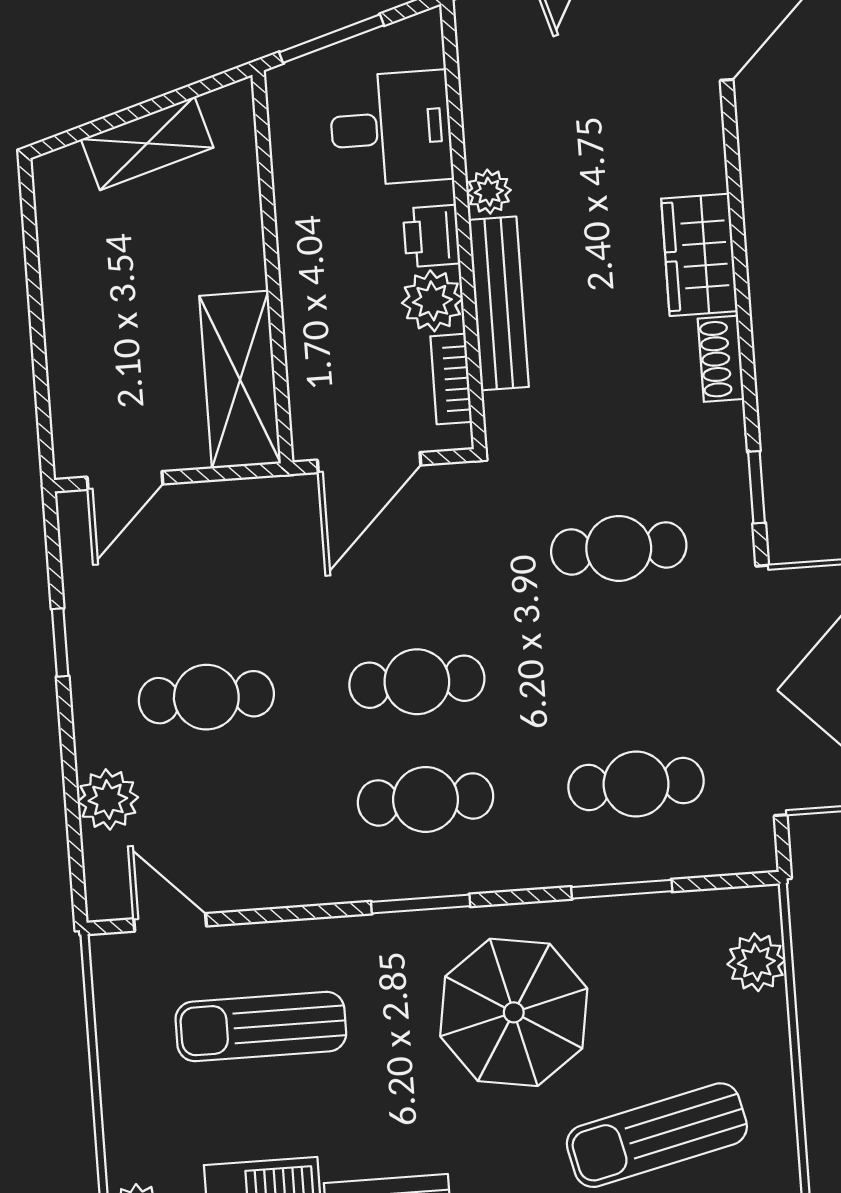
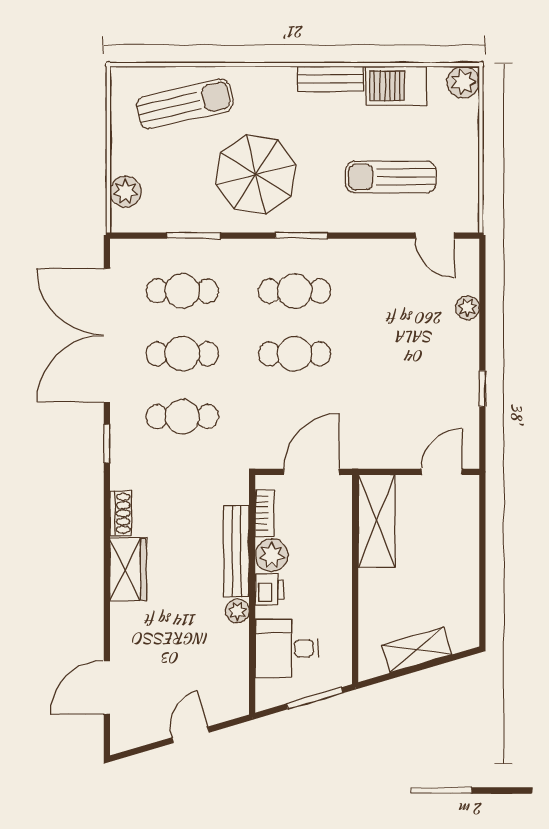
cafe table: (206, 697) -> (182, 354), moved
plant: (108, 799) -> (467, 308), width x0.73, depth x0.73
sun lounger: (261, 1027) -> (391, 177), turned 180

